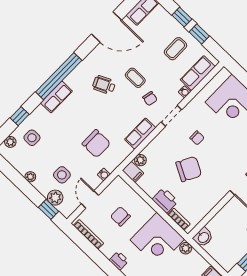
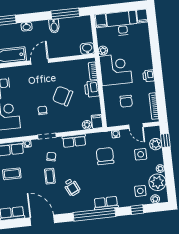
plant: (22, 161) -> (157, 182), added
door: (90, 200) -> (136, 126), hinge flipped

